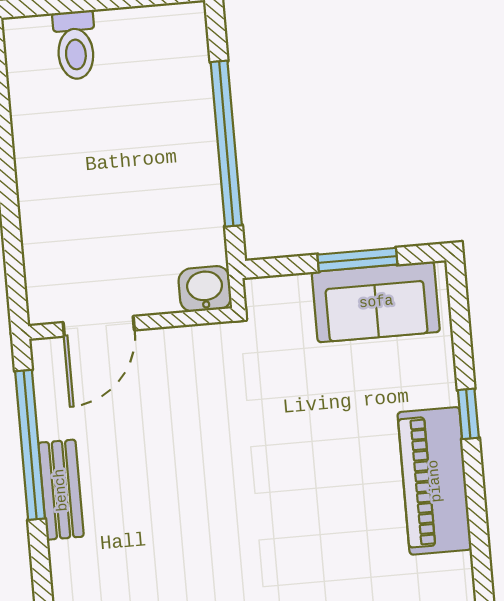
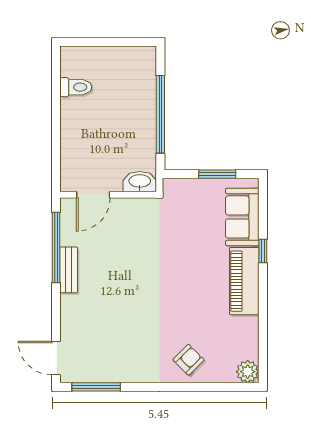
toilet: (75, 45) -> (76, 87), moved, turned -90
washbasin: (205, 289) -> (140, 182), width x1.38
sofa: (376, 302) -> (242, 217), moved, turned 90

